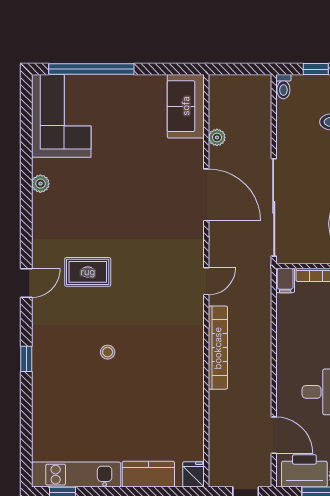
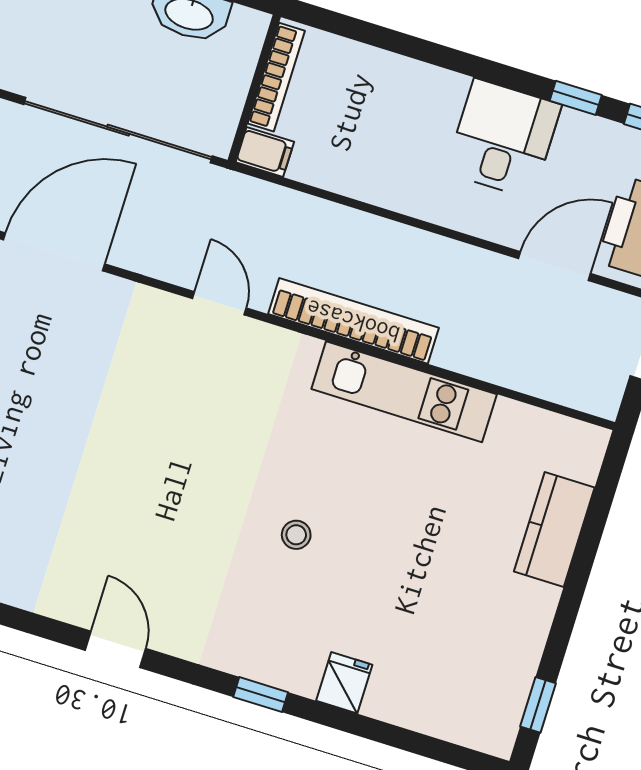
rug: (88, 272) -> (131, 525), removed
fridge: (194, 474) -> (344, 683), moved, turned 90
kitchen unit: (76, 475) -> (404, 392), moved, turned -90

